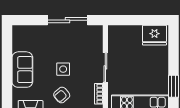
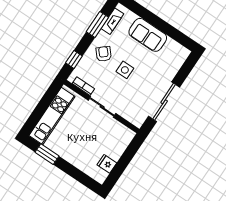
fridge: (154, 35) -> (107, 164), width x0.53, depth x0.75

